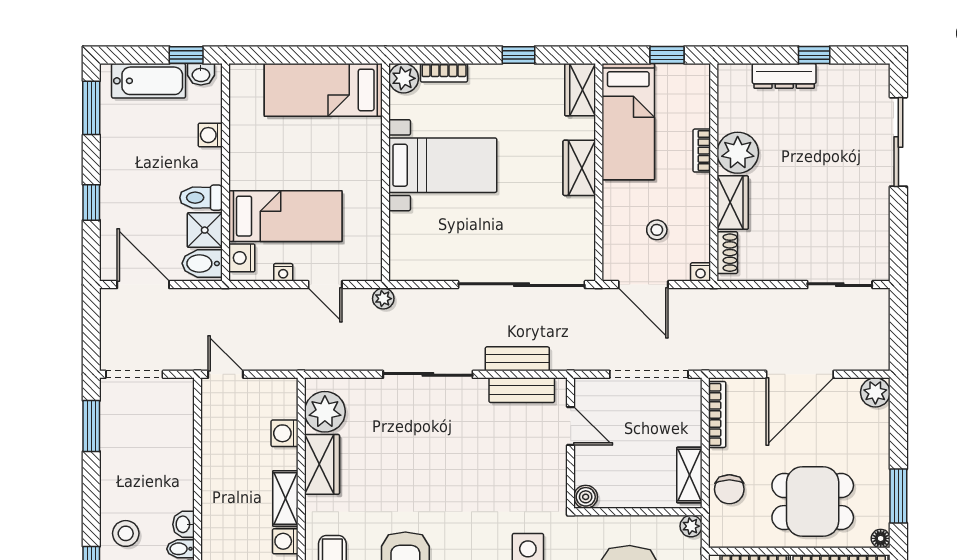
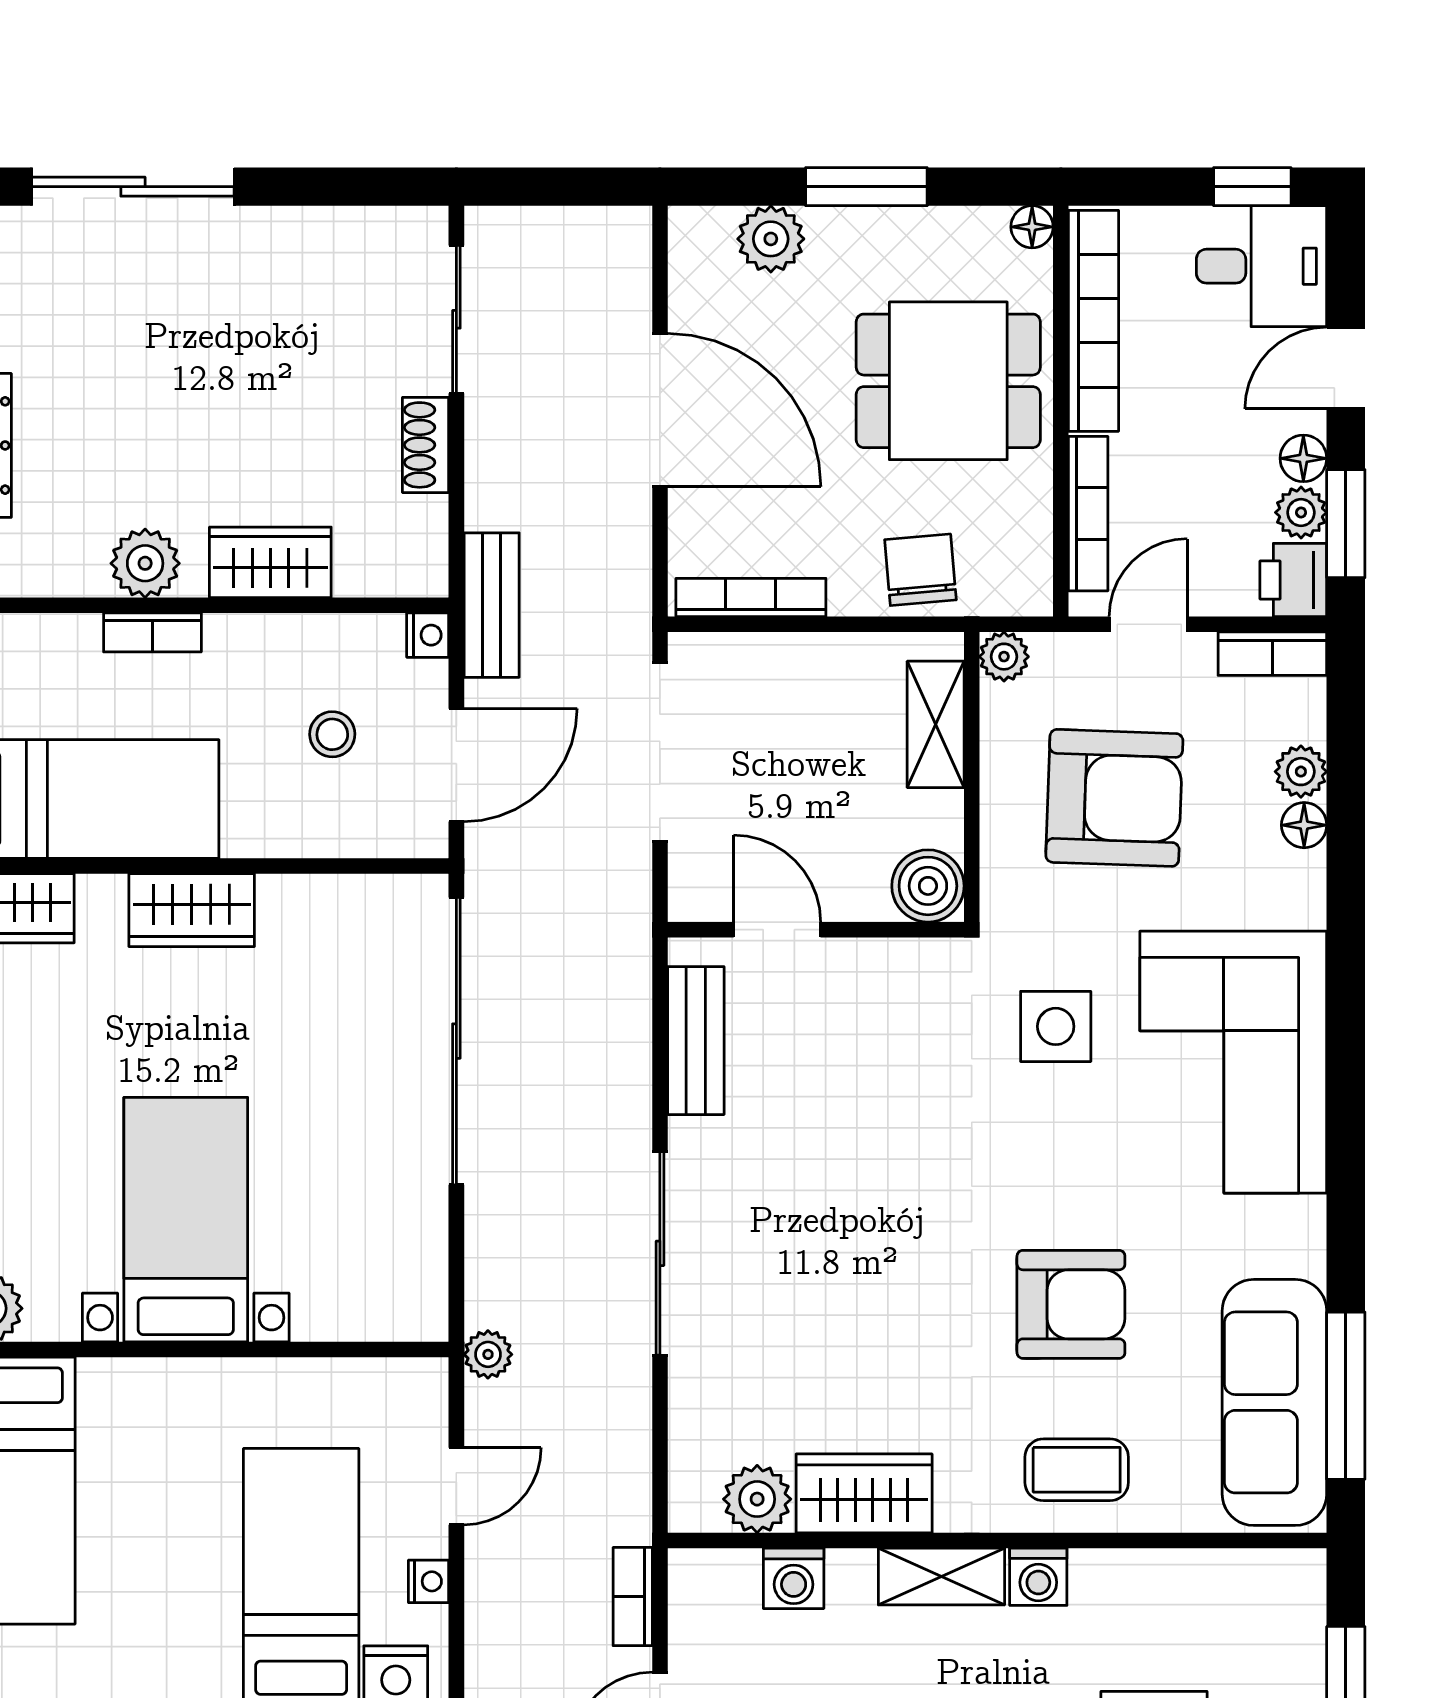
plant: (738, 153) -> (145, 563), width x0.73, depth x0.73
shoe rack: (727, 253) -> (426, 445), moved, turned -90
bench: (517, 359) -> (492, 605), moved
bookcase: (276, 362) -> (633, 1597), added
plant: (875, 392) -> (771, 239), moved
plant: (325, 412) -> (757, 1499), width x0.73, depth x0.73
door: (571, 426) -> (777, 930), hinge flipped
shelving: (689, 475) -> (936, 724), moved, turned 90
chair: (729, 489) -> (920, 570), turned -95
window: (898, 496) -> (866, 187), moved
boiler: (586, 497) -> (928, 886), width x1.36, depth x1.36
dining table: (813, 502) -> (948, 381), turned 90

